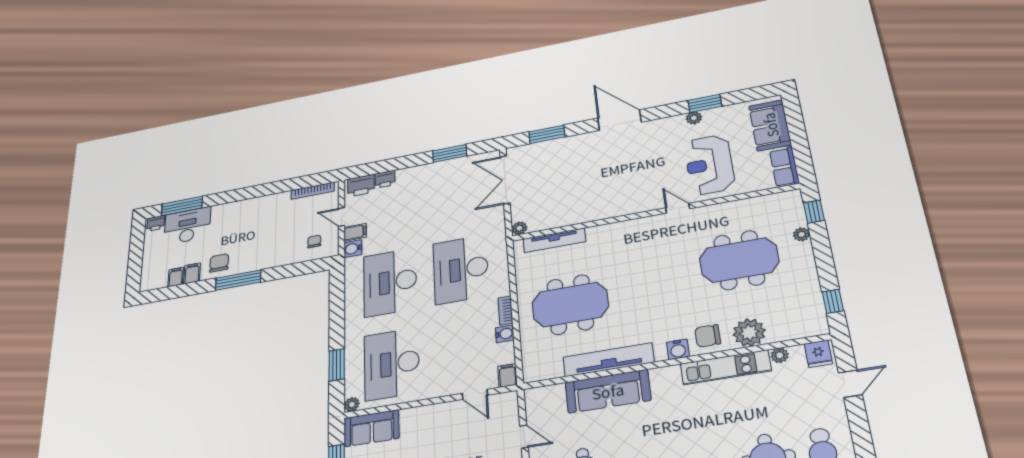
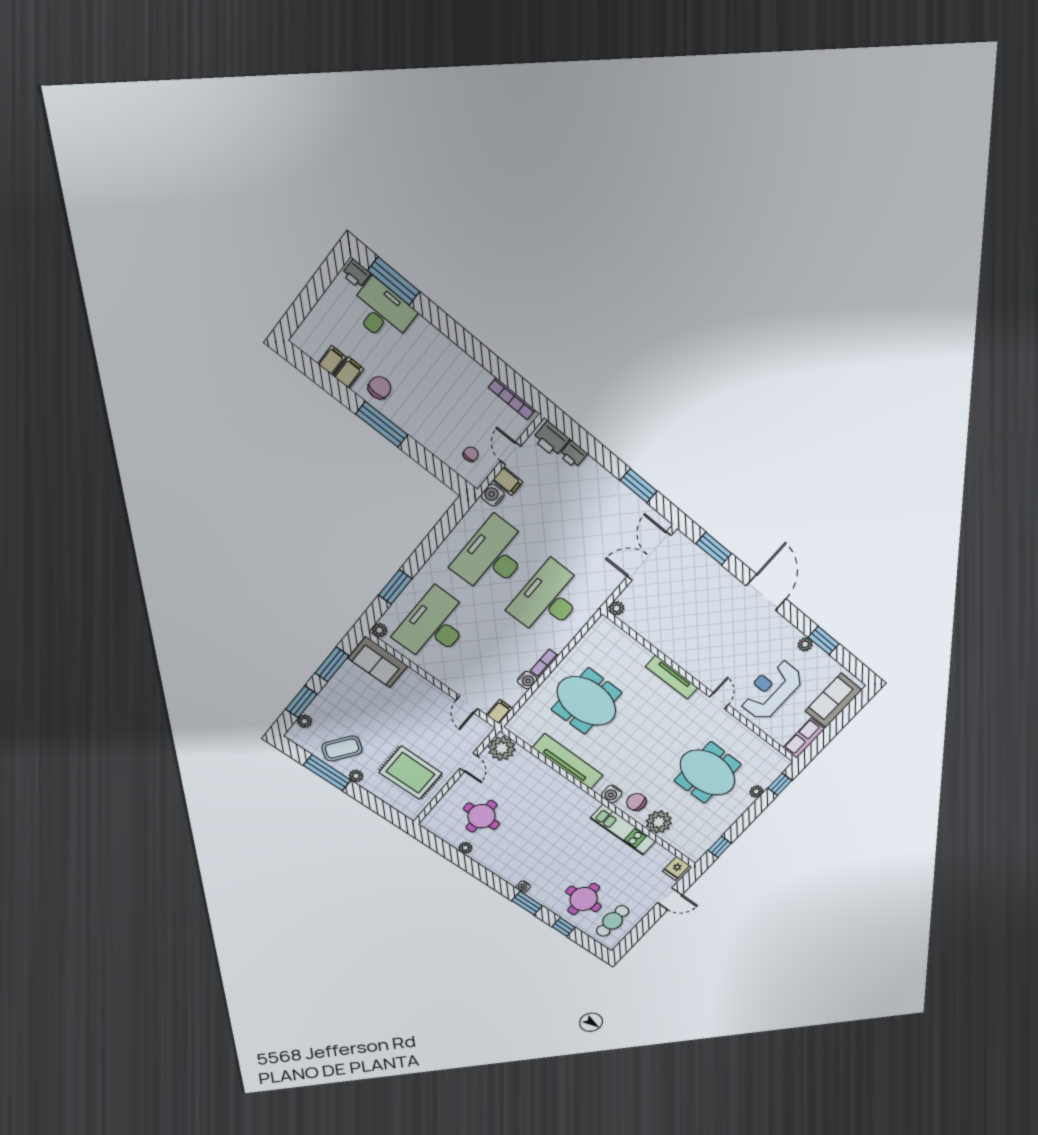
tv unit: (554, 240) -> (672, 677), moved
plant: (780, 355) -> (502, 748), moved, width x1.87, depth x1.87
sofa: (608, 391) -> (546, 781), removed

